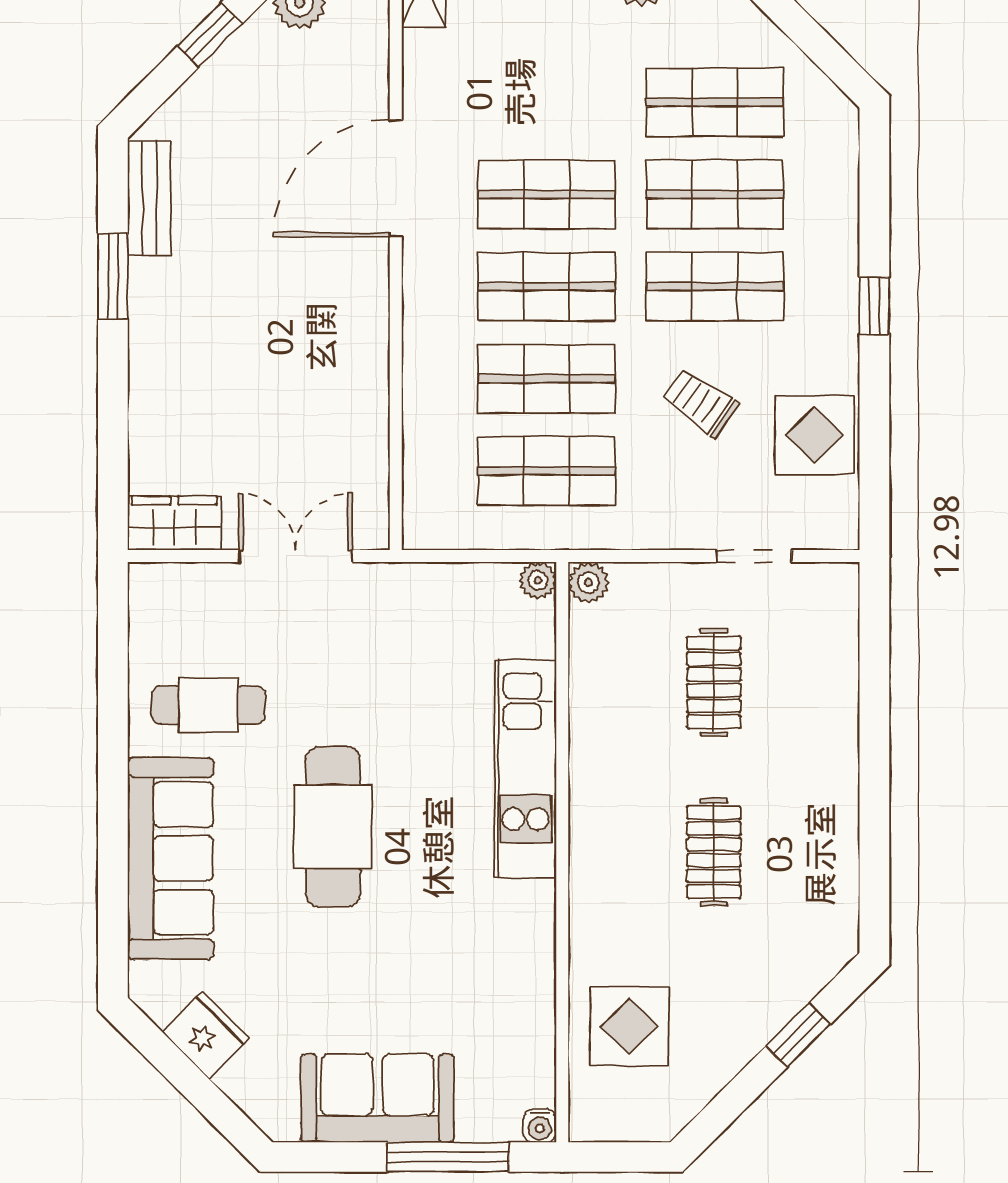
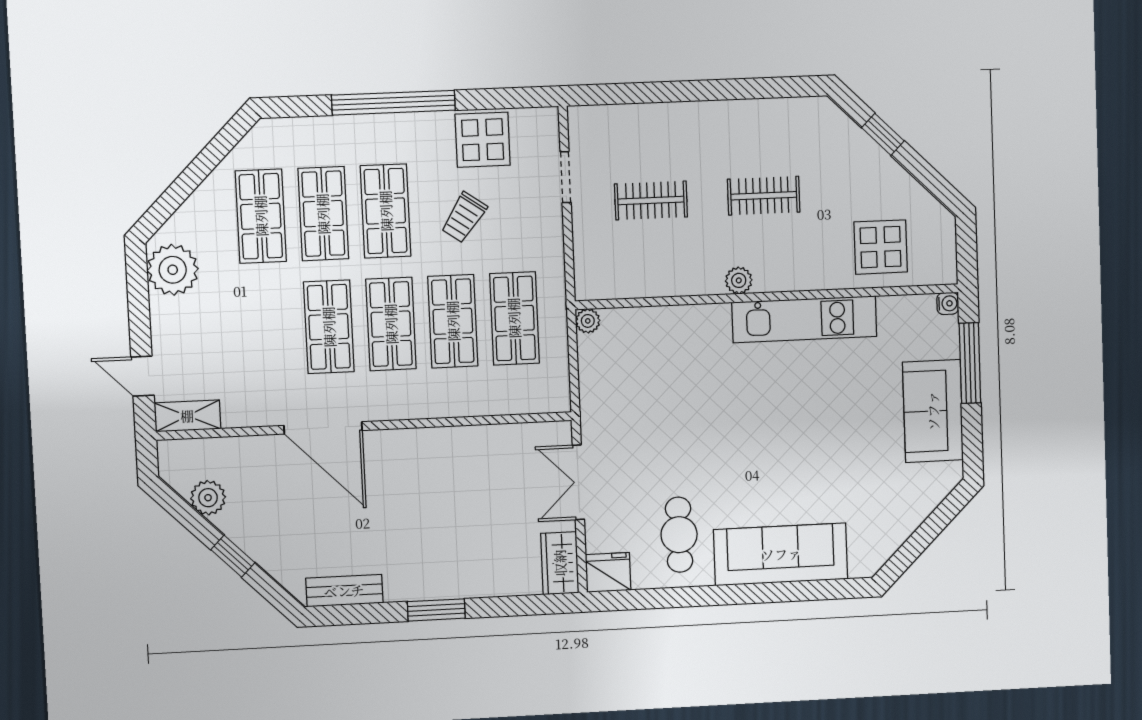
window: (113, 276) -> (436, 610), moved
window: (874, 306) -> (393, 103), width x3.17
plant: (588, 582) -> (739, 280), moved
kitchen unit: (526, 769) -> (804, 319), moved
cafe table: (333, 827) -> (756, 449), removed
fridge: (206, 1035) -> (608, 572), moved, turned 45

